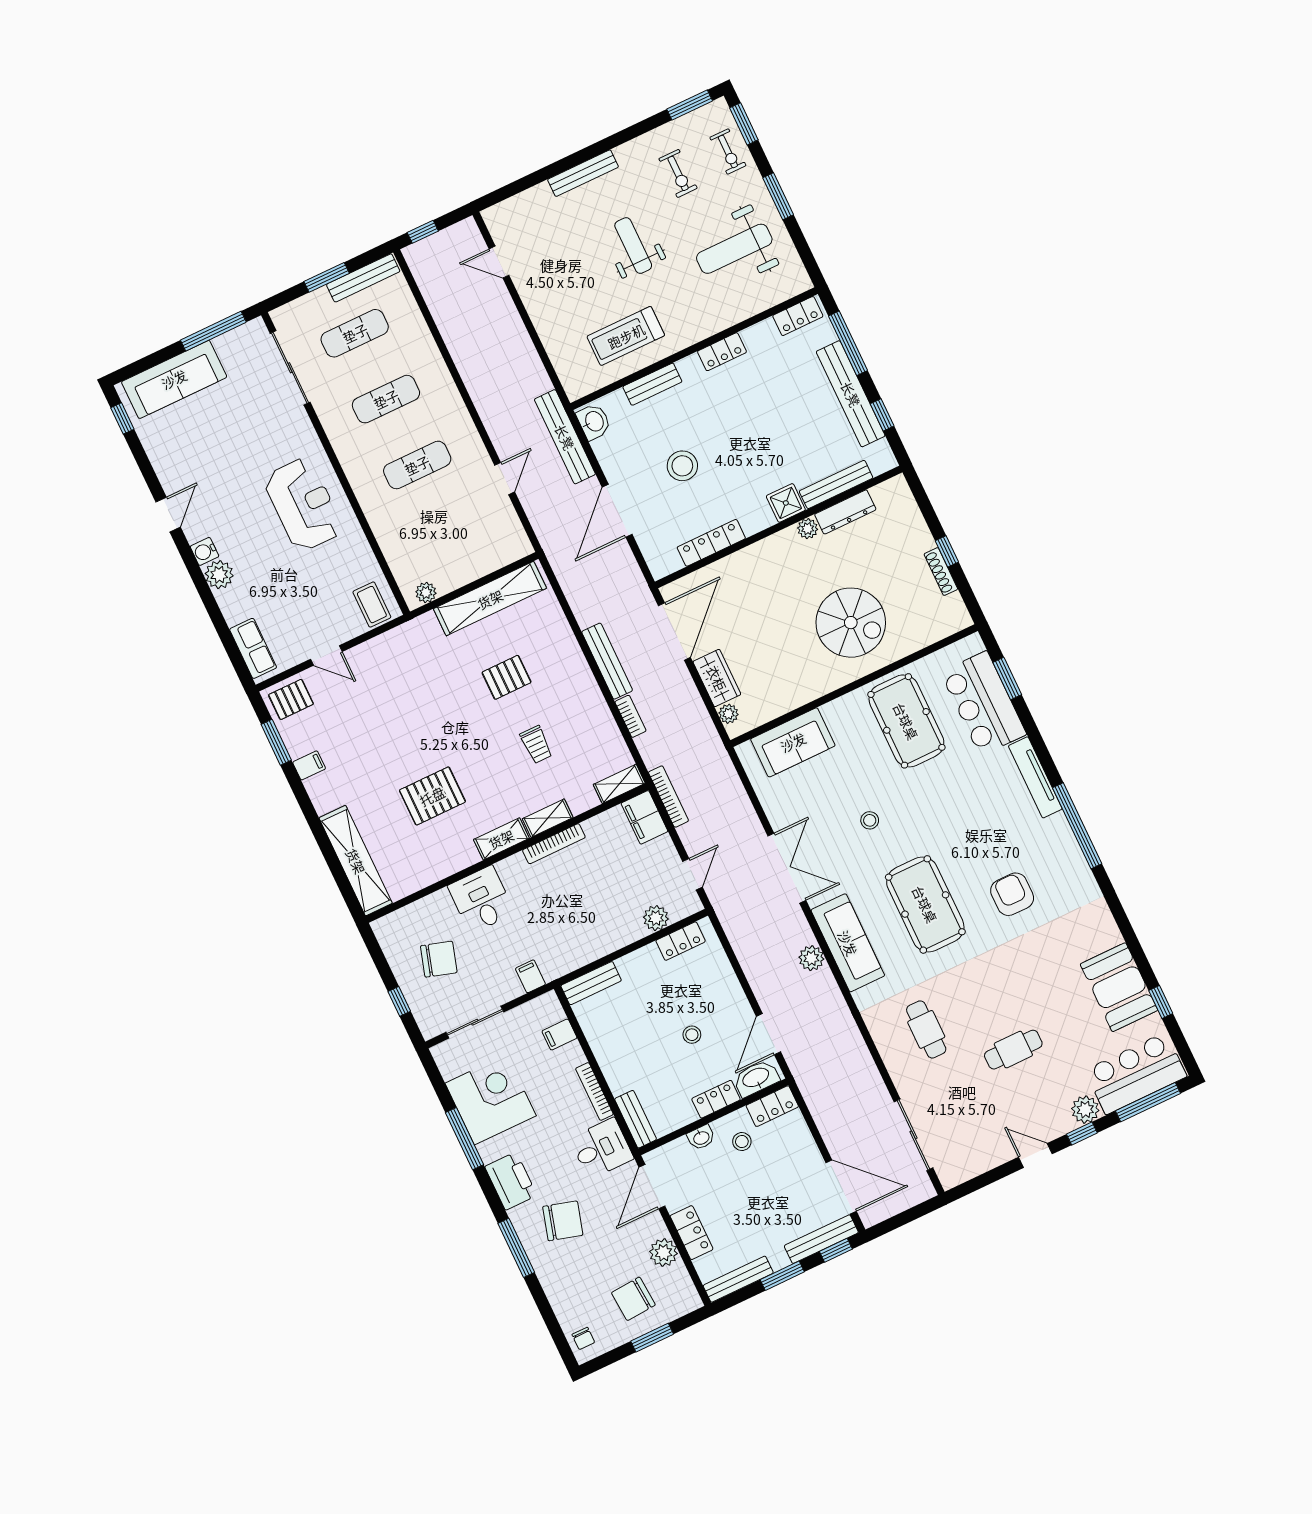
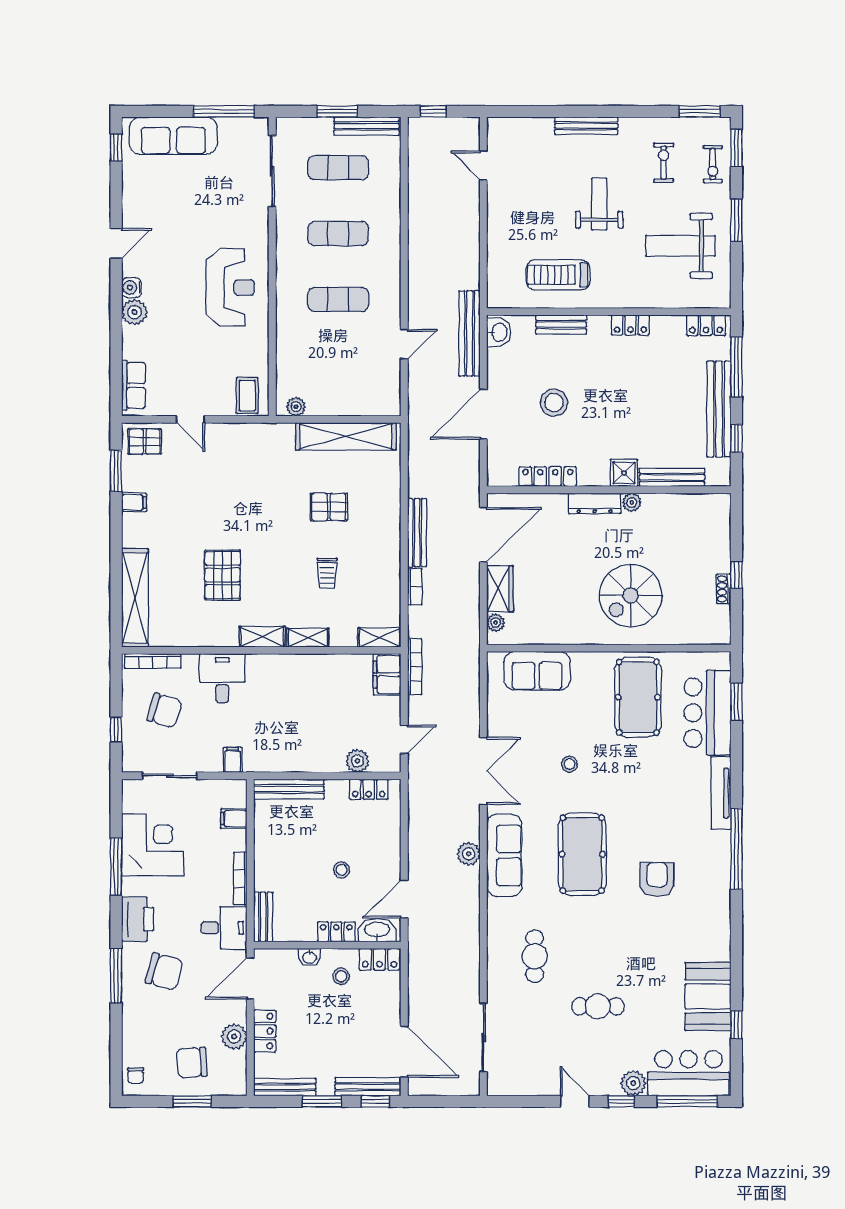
exercise bike: (678, 173) -> (664, 163), turned 180
dresser: (845, 512) -> (595, 503), moved
shoe rack: (941, 572) -> (724, 589), width x0.70
spiral stairs: (851, 623) -> (631, 596), turned 90
pallet: (432, 796) -> (223, 575), turned 90
bookcase: (554, 844) -> (153, 661), moved
bench: (591, 983) -> (289, 789), width x1.36

